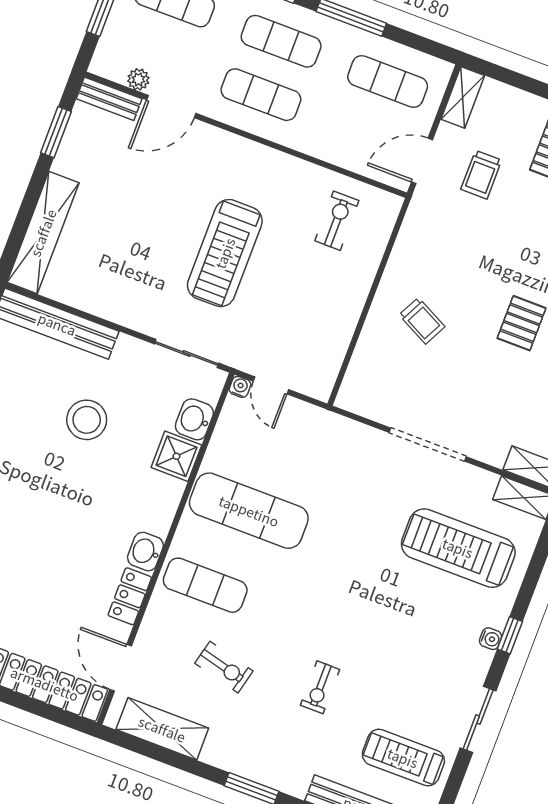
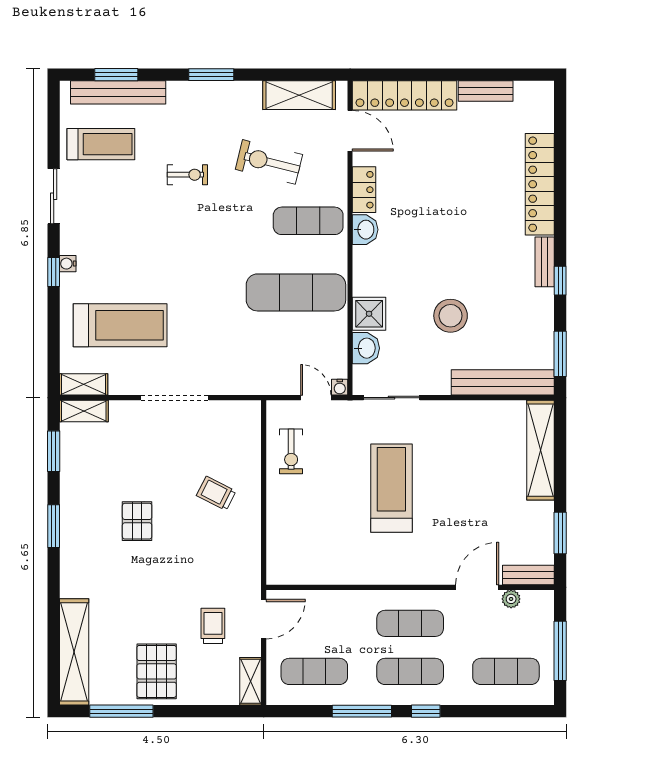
exercise bike: (337, 221) -> (291, 451), moved
exercise bike: (224, 667) -> (269, 162), width x1.38, depth x1.39
exercise bike: (320, 687) -> (187, 175), turned 90

